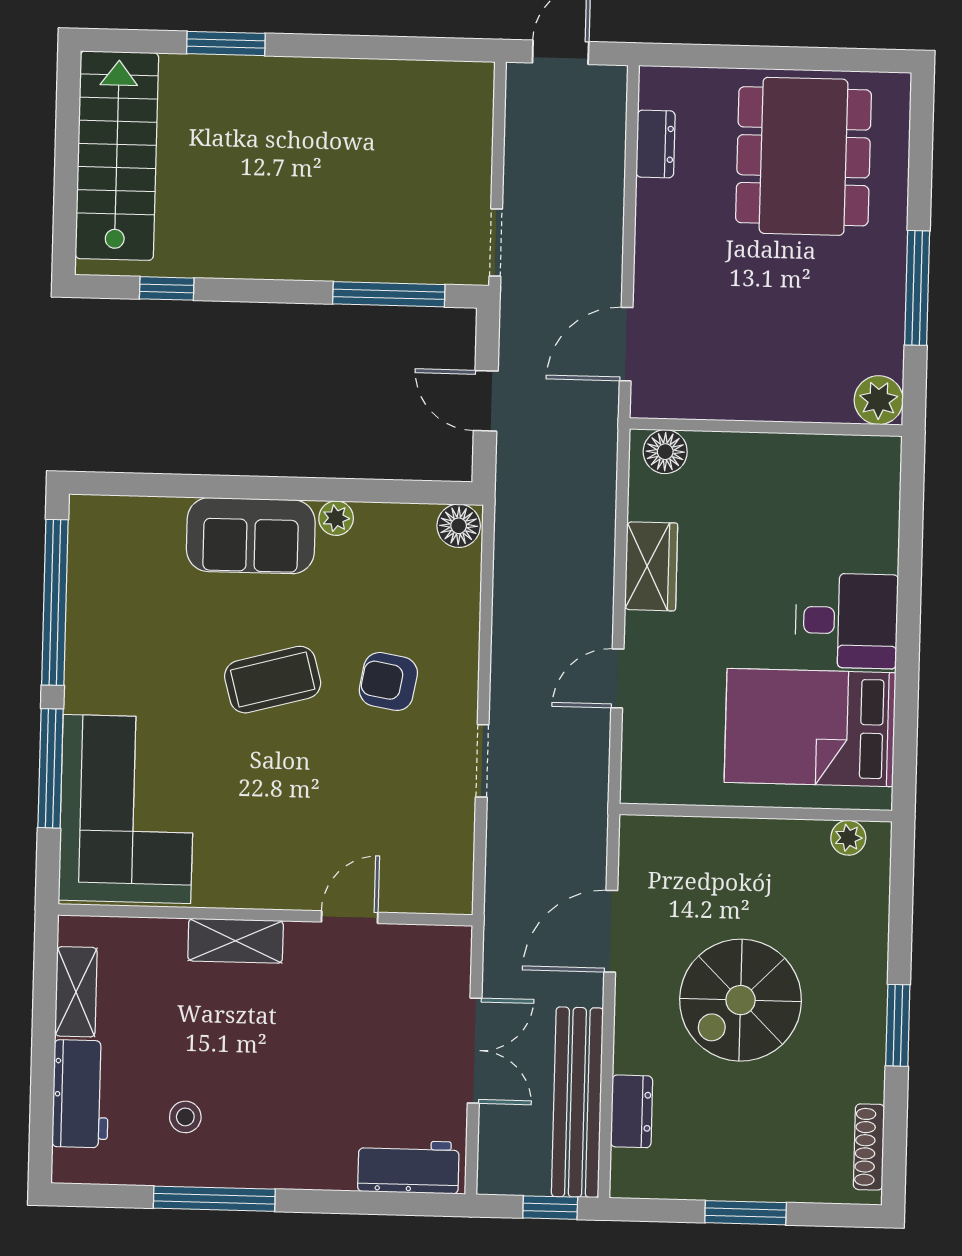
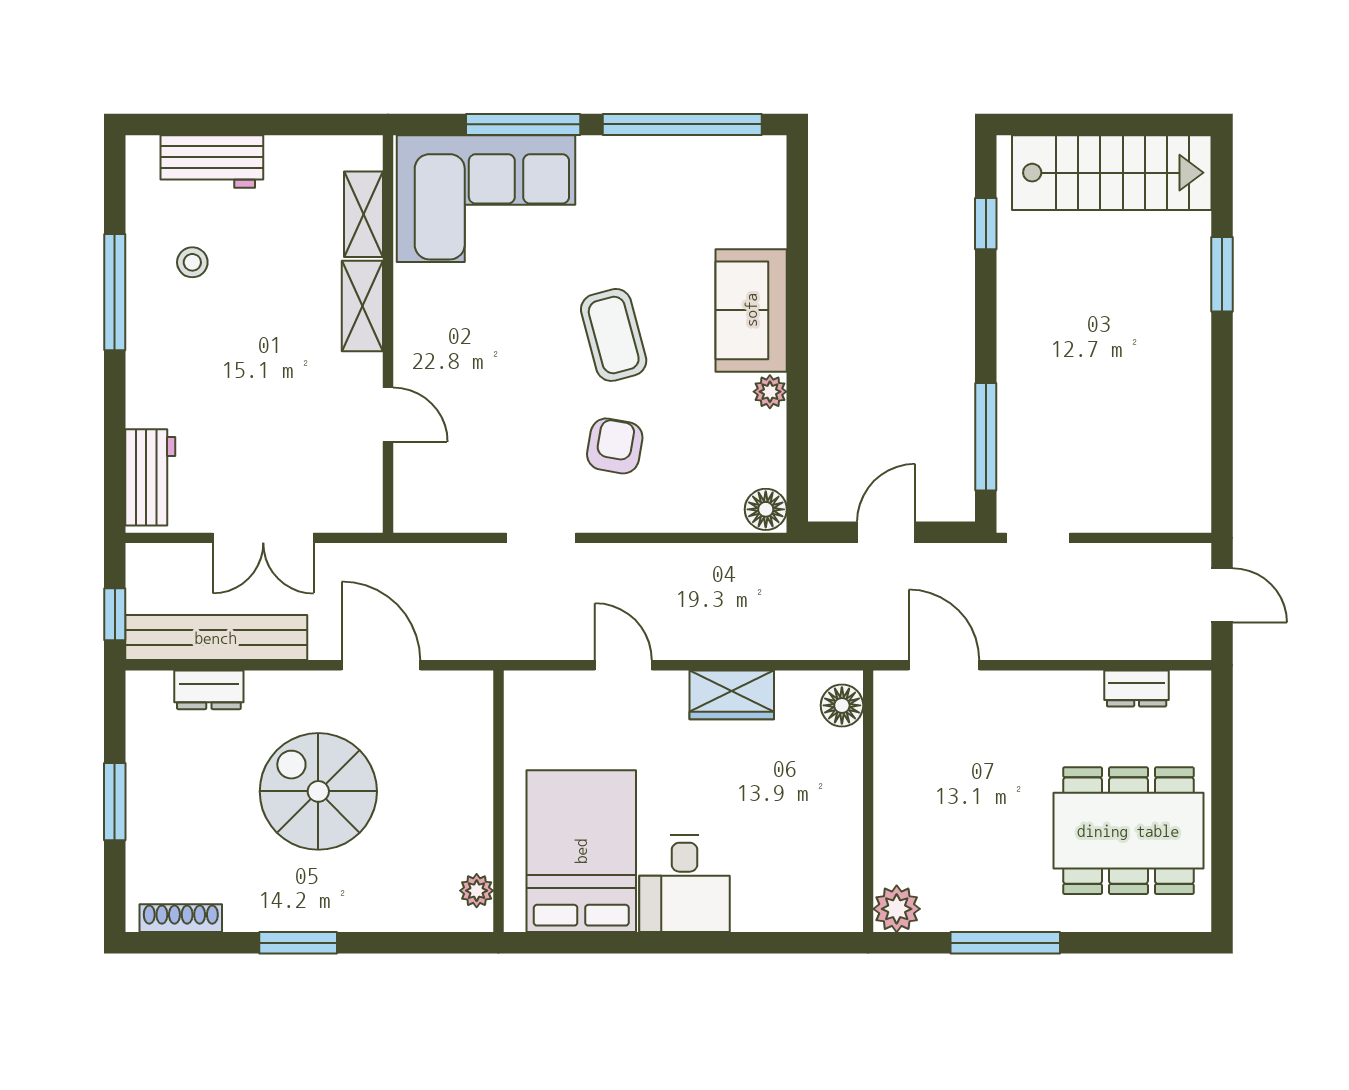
shelving: (76, 992) -> (364, 214), moved, turned 90

